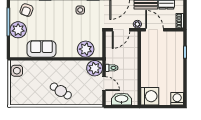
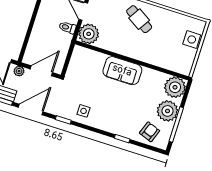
sofa: (42, 49) -> (122, 71), moved
plant: (86, 49) -> (175, 87), moved
side table: (17, 71) -> (192, 39), moved

